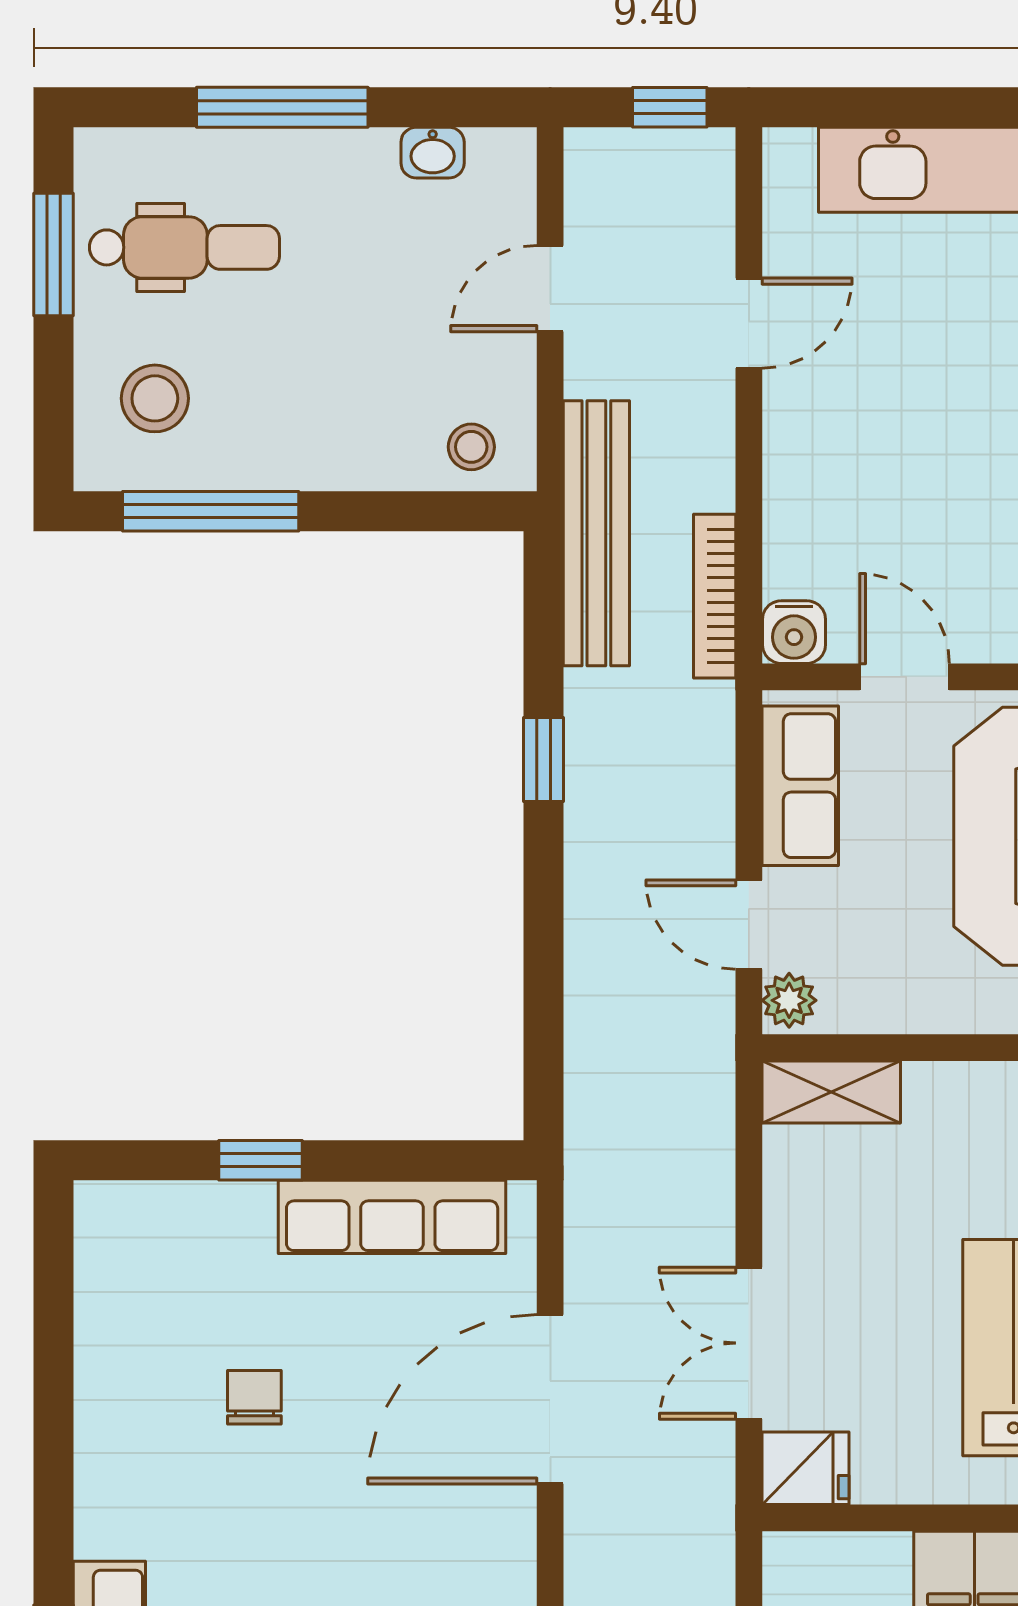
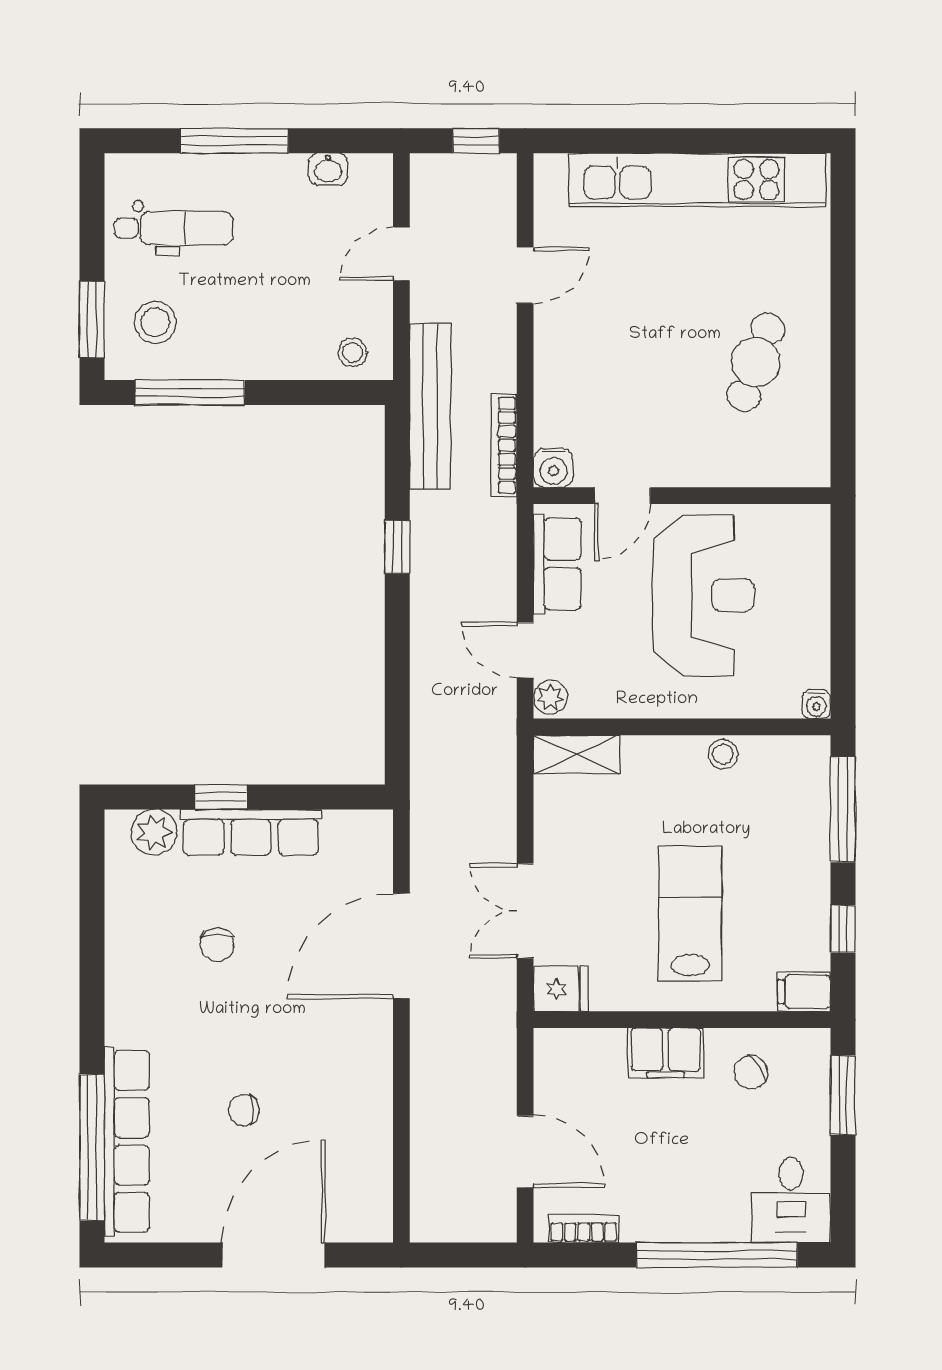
window: (53, 254) -> (92, 320), moved
door: (905, 677) -> (622, 496), swing flipped
plant: (153, 1217) -> (154, 832), added
row of seats: (392, 1217) -> (251, 832), moved
chair: (254, 1397) -> (217, 945), turned 180

